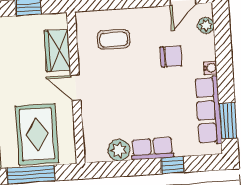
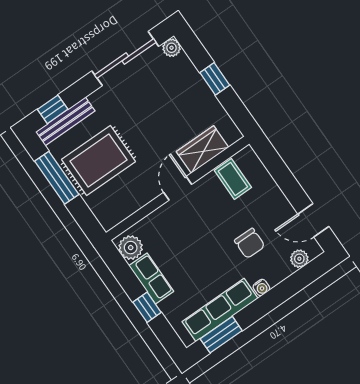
wardrobe: (57, 50) -> (203, 149), moved
door: (76, 88) -> (178, 188), moved
wall: (76, 88) -> (178, 188), moved

